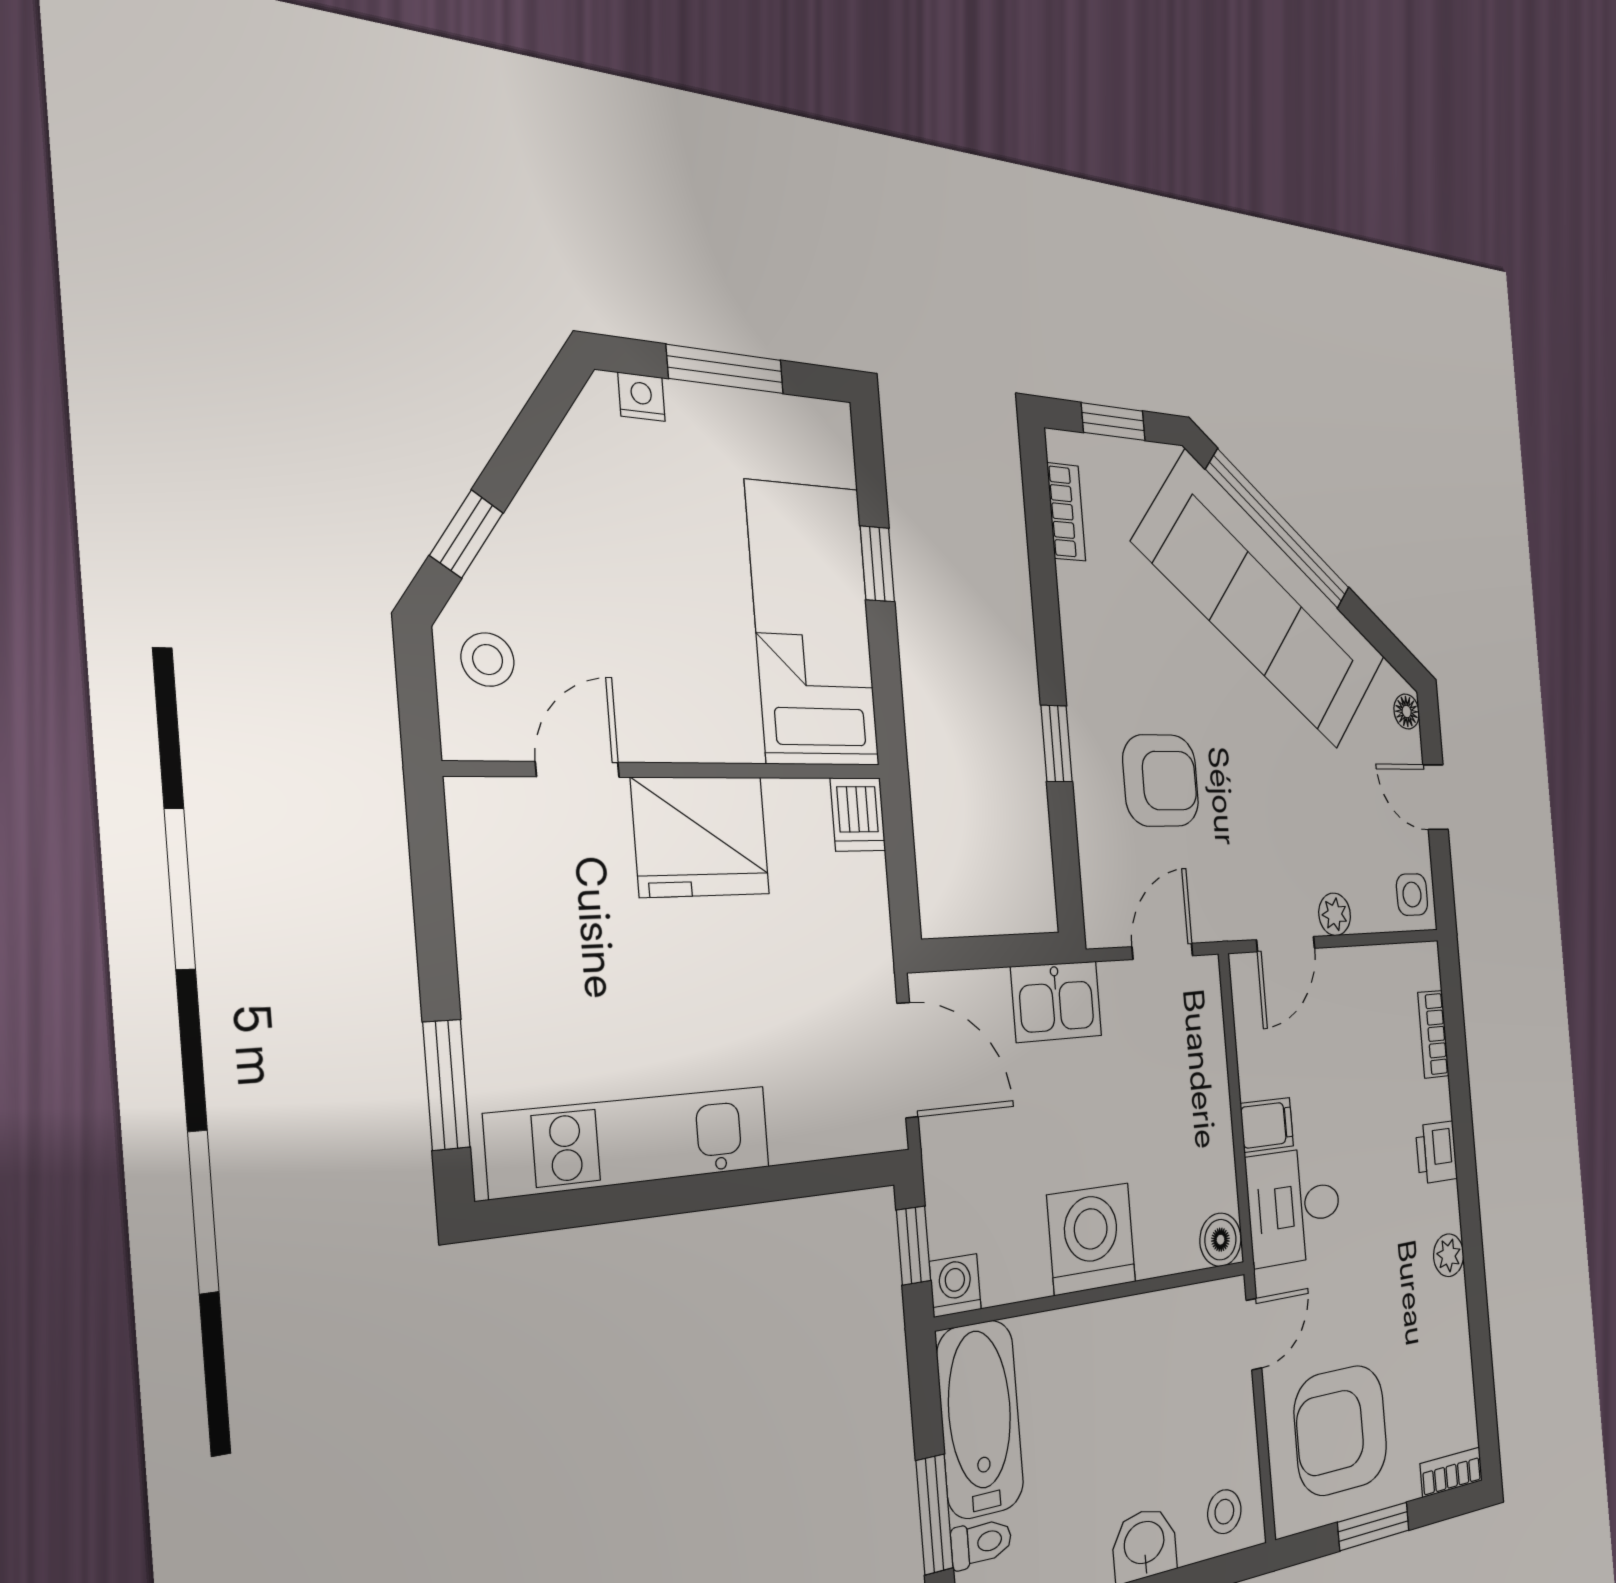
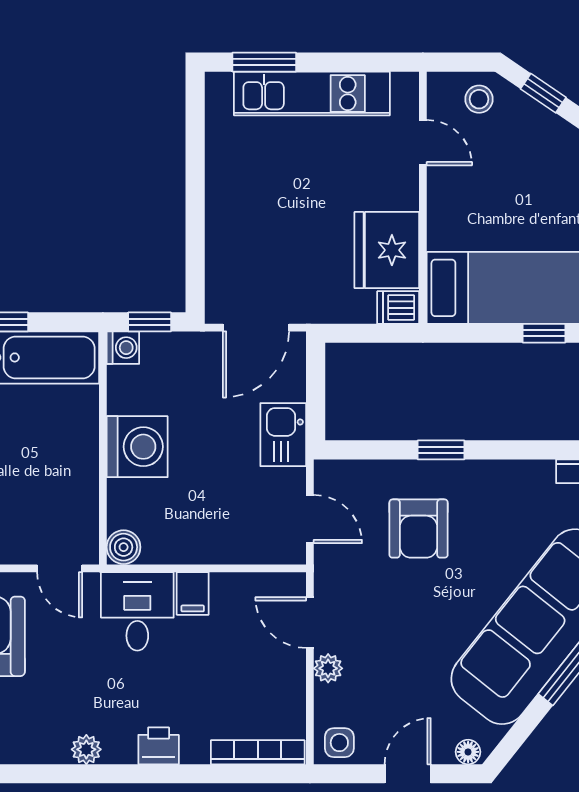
fridge: (701, 836) -> (387, 250), moved
bookcase: (1433, 1034) -> (258, 752), width x1.56
kitchen unit: (632, 1141) -> (312, 93), moved, turned 90

